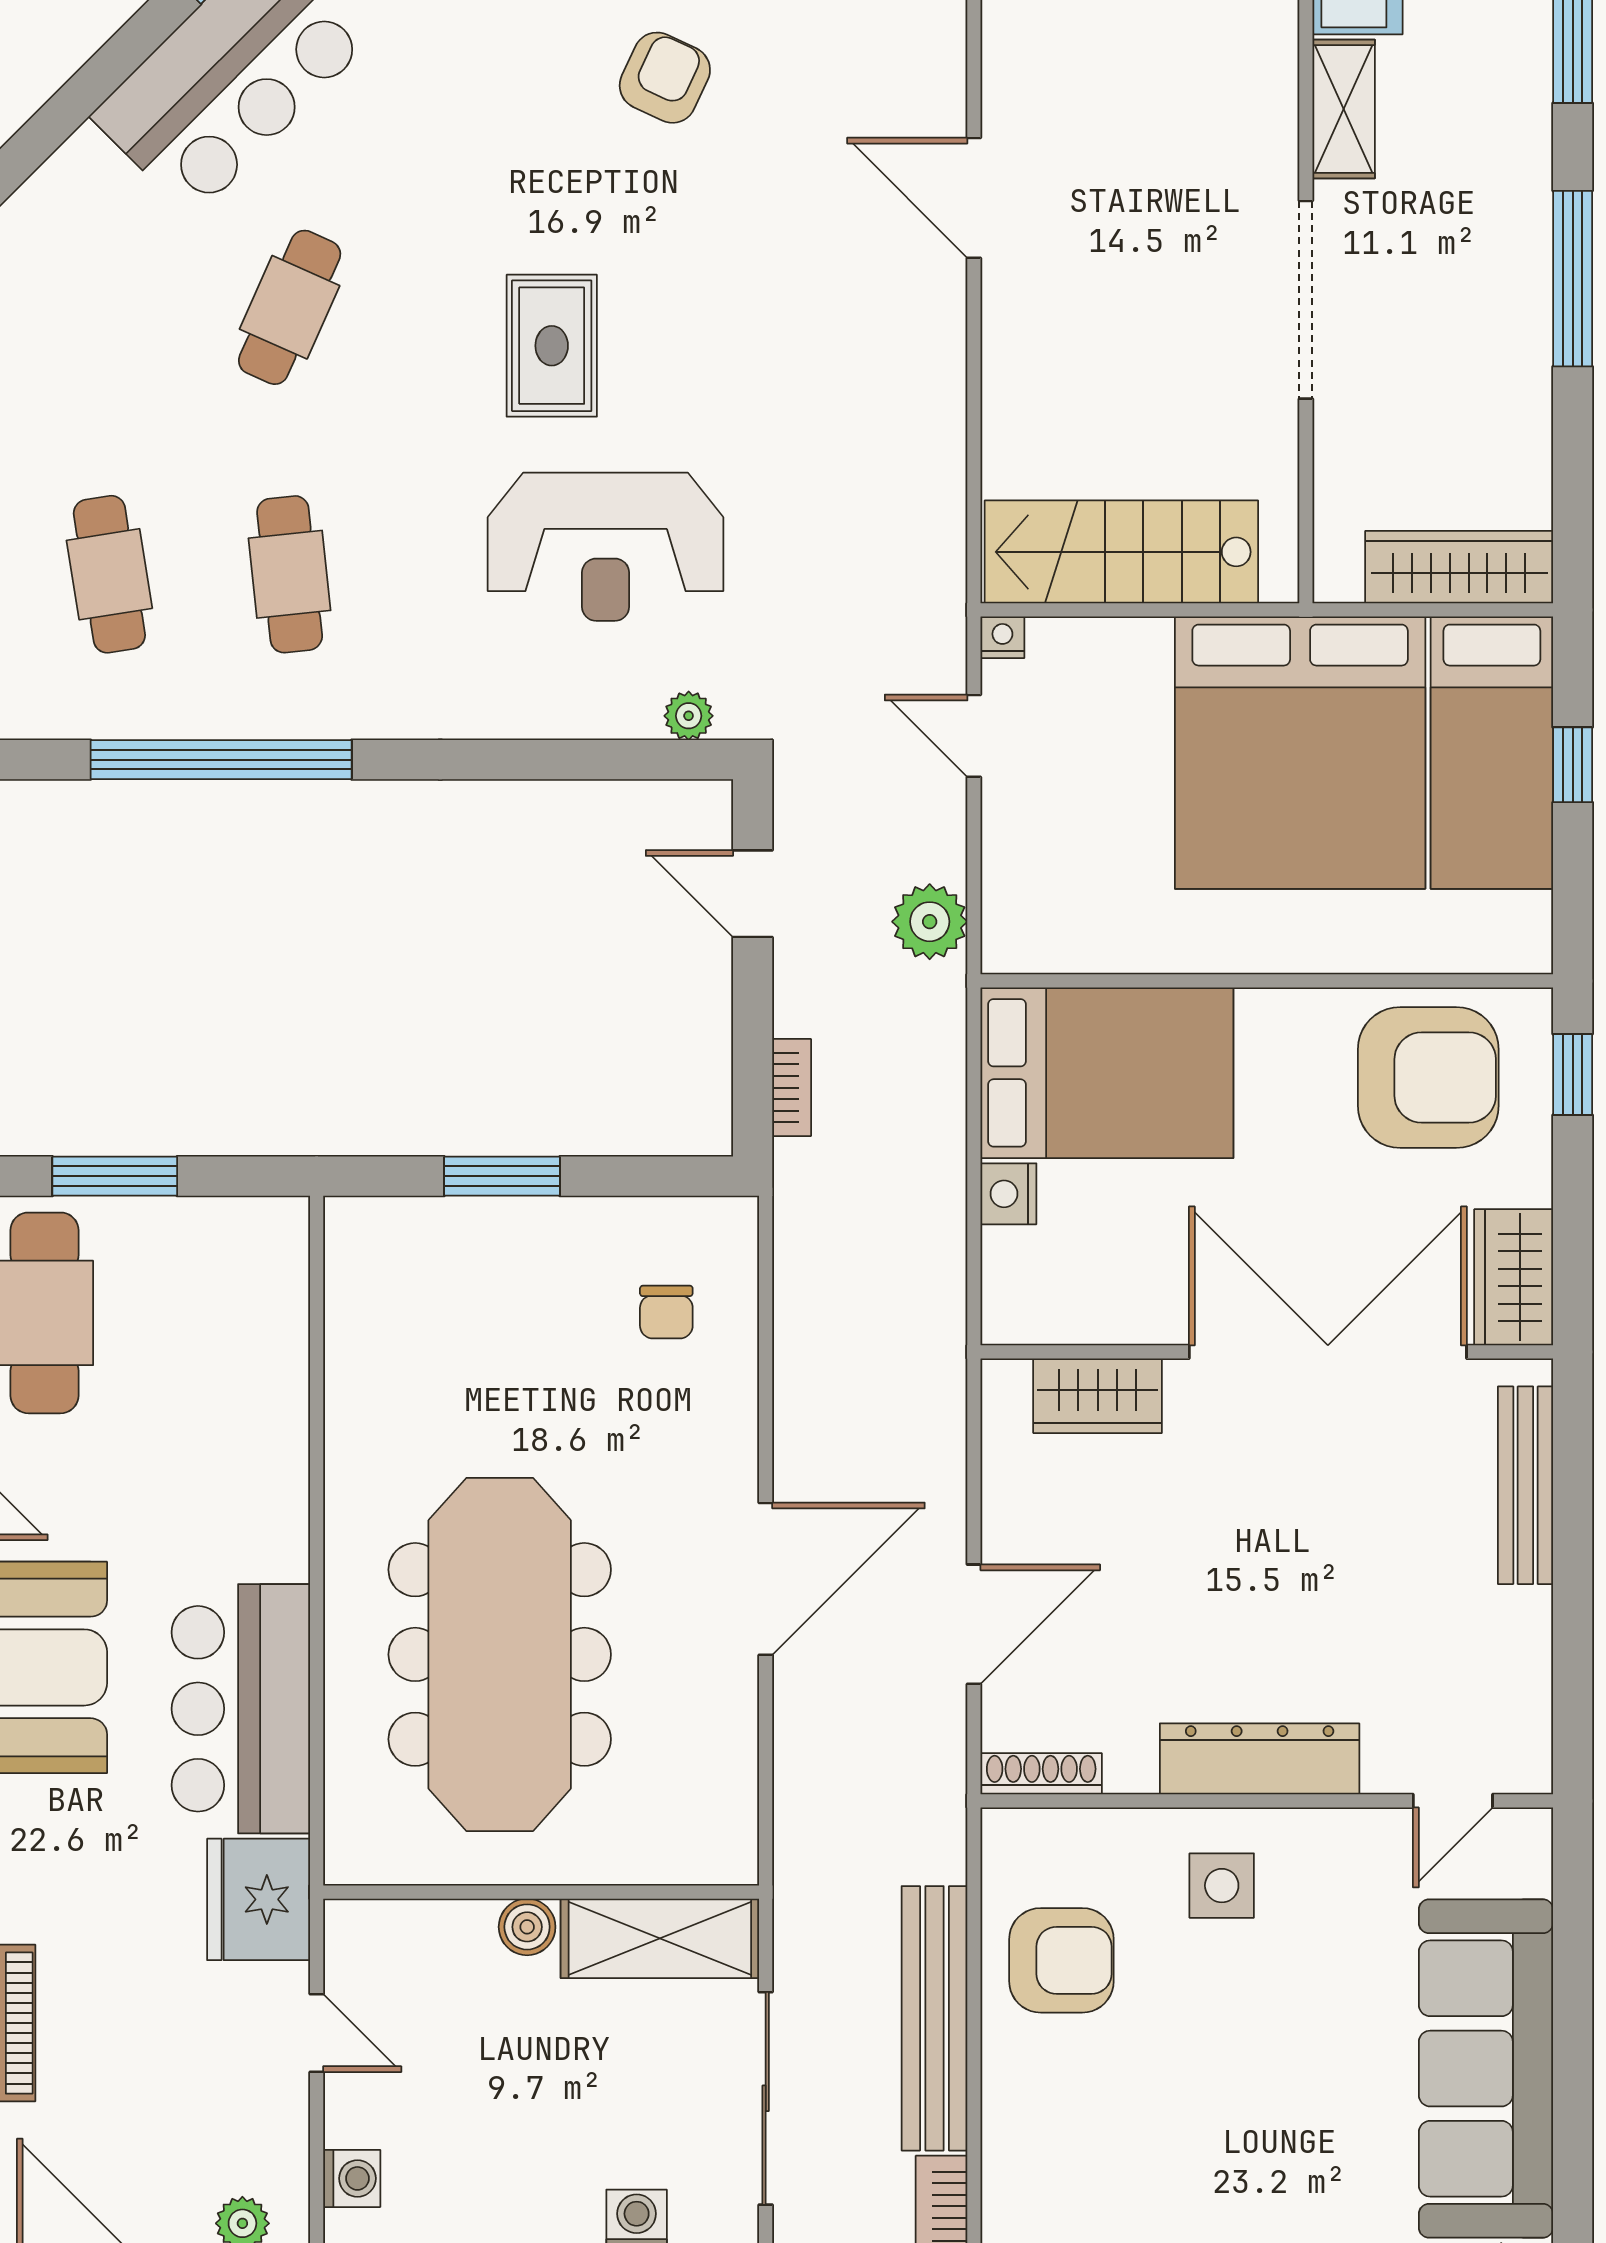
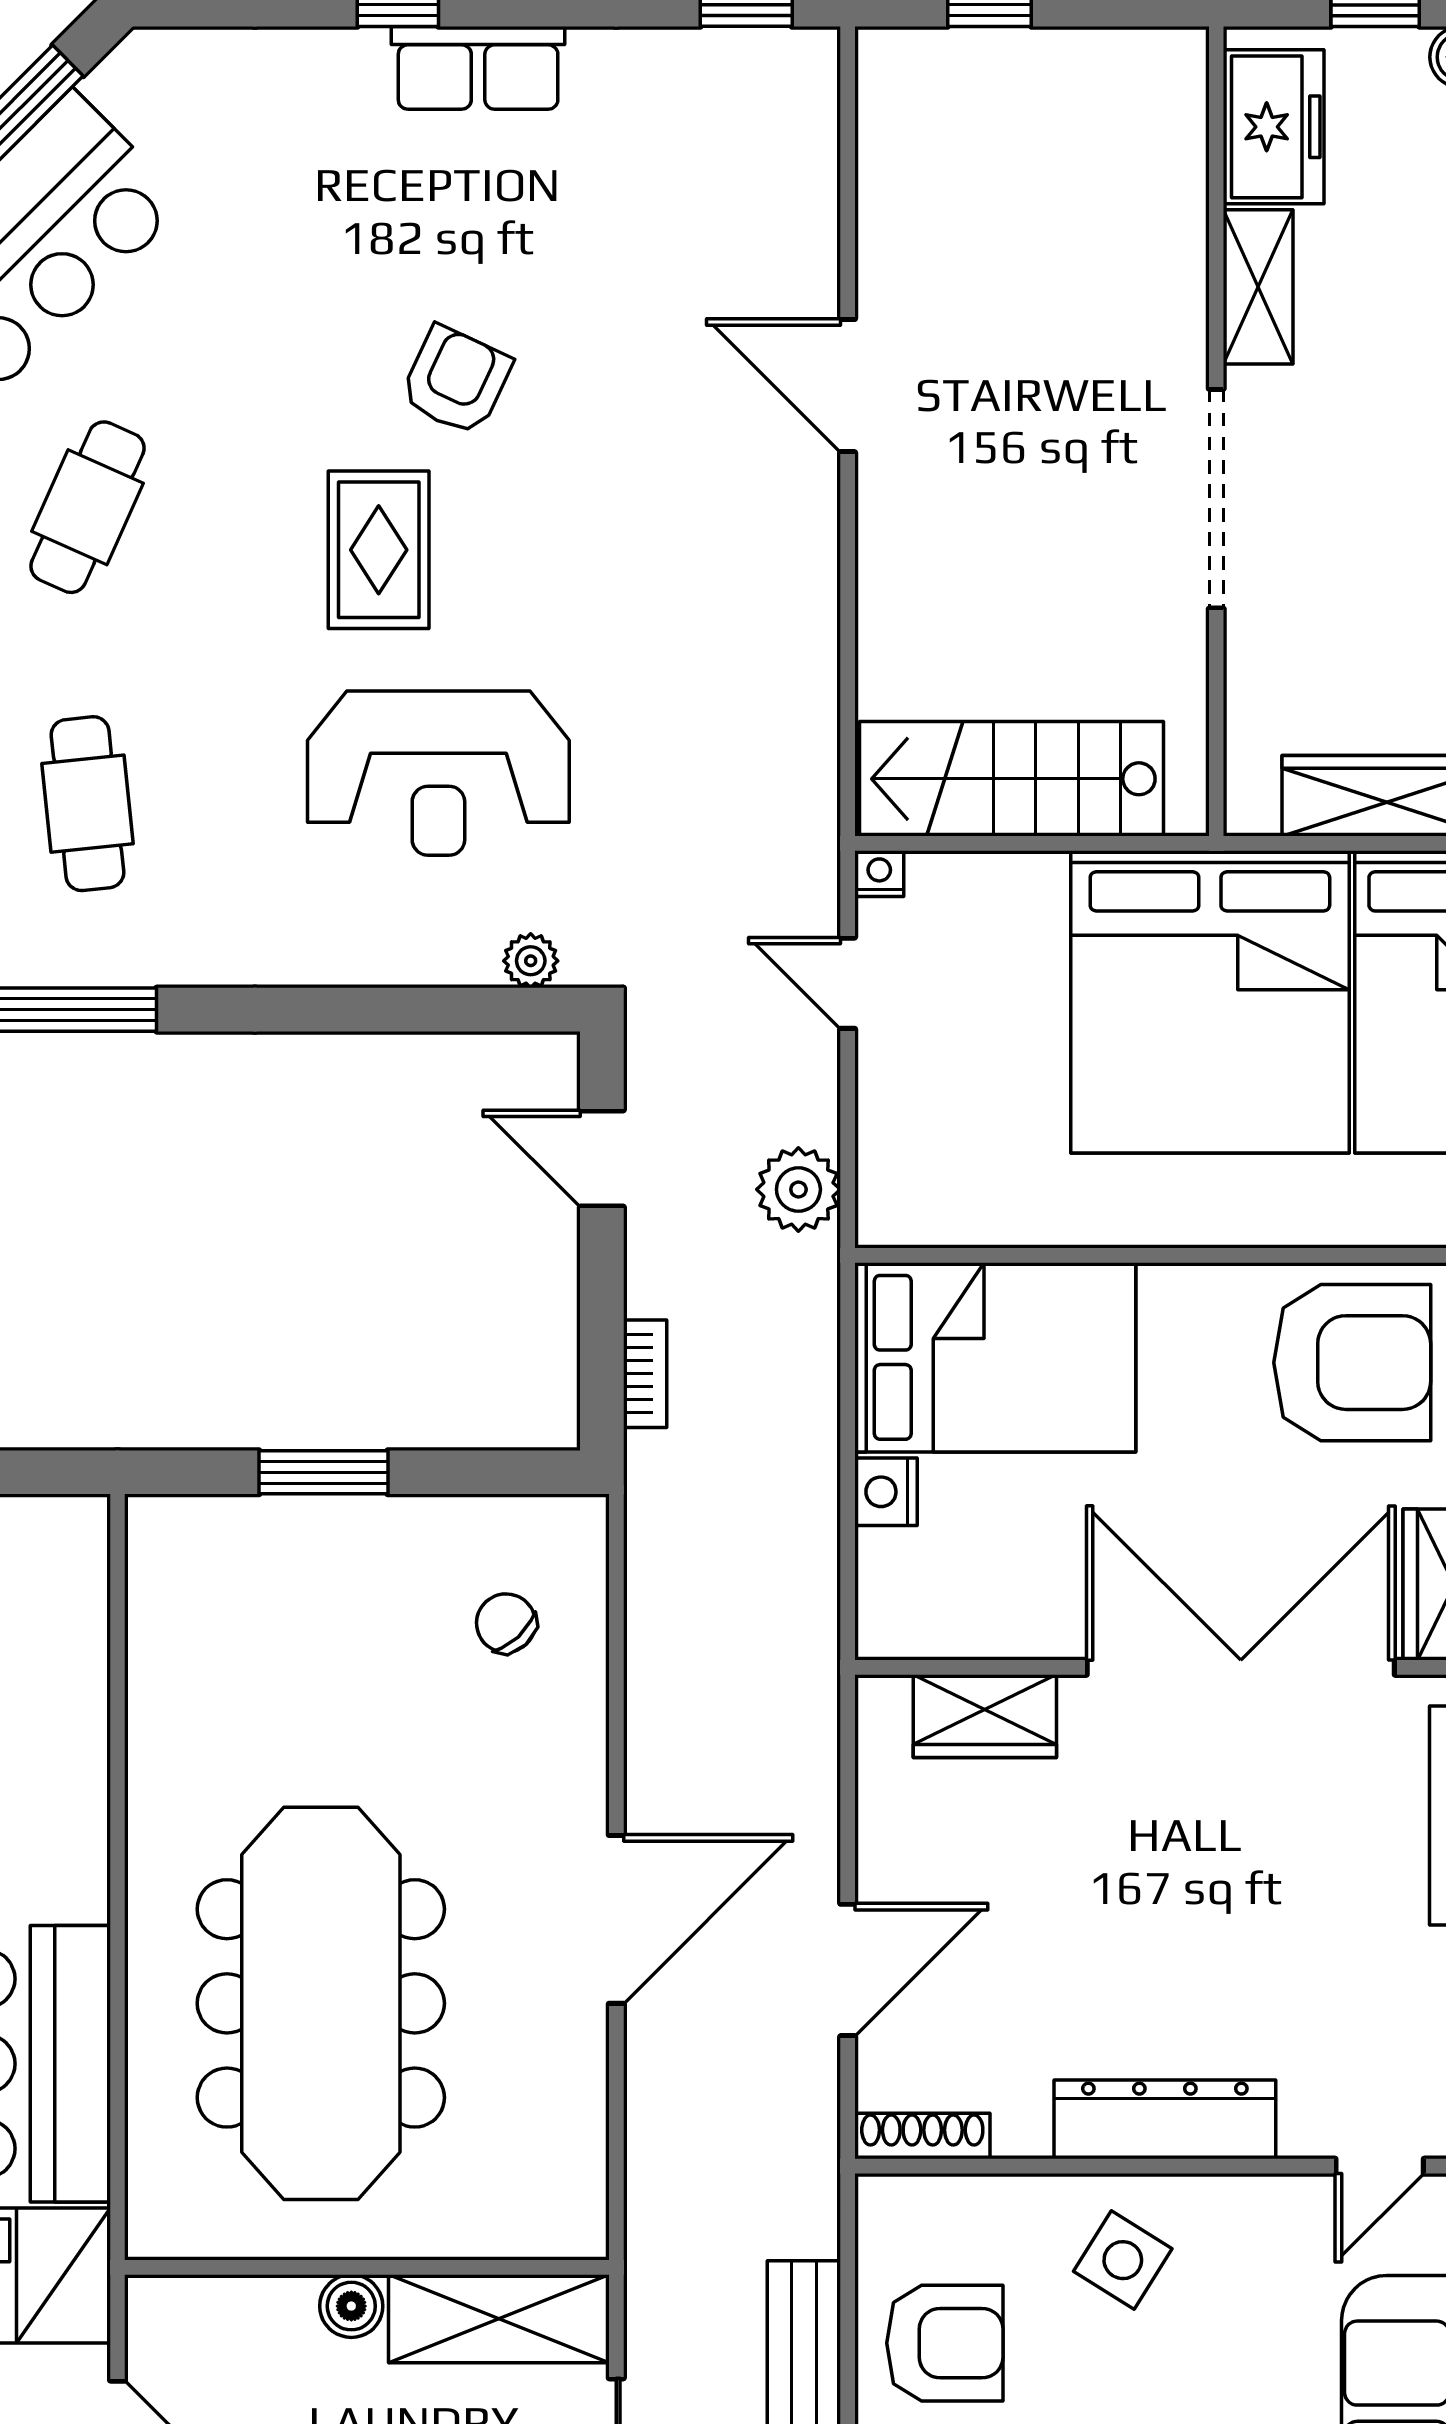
armchair: (665, 78) -> (456, 381), moved
chair: (666, 1312) -> (506, 1623), turned 137
side table: (1222, 1886) -> (1123, 2260), turned 32

